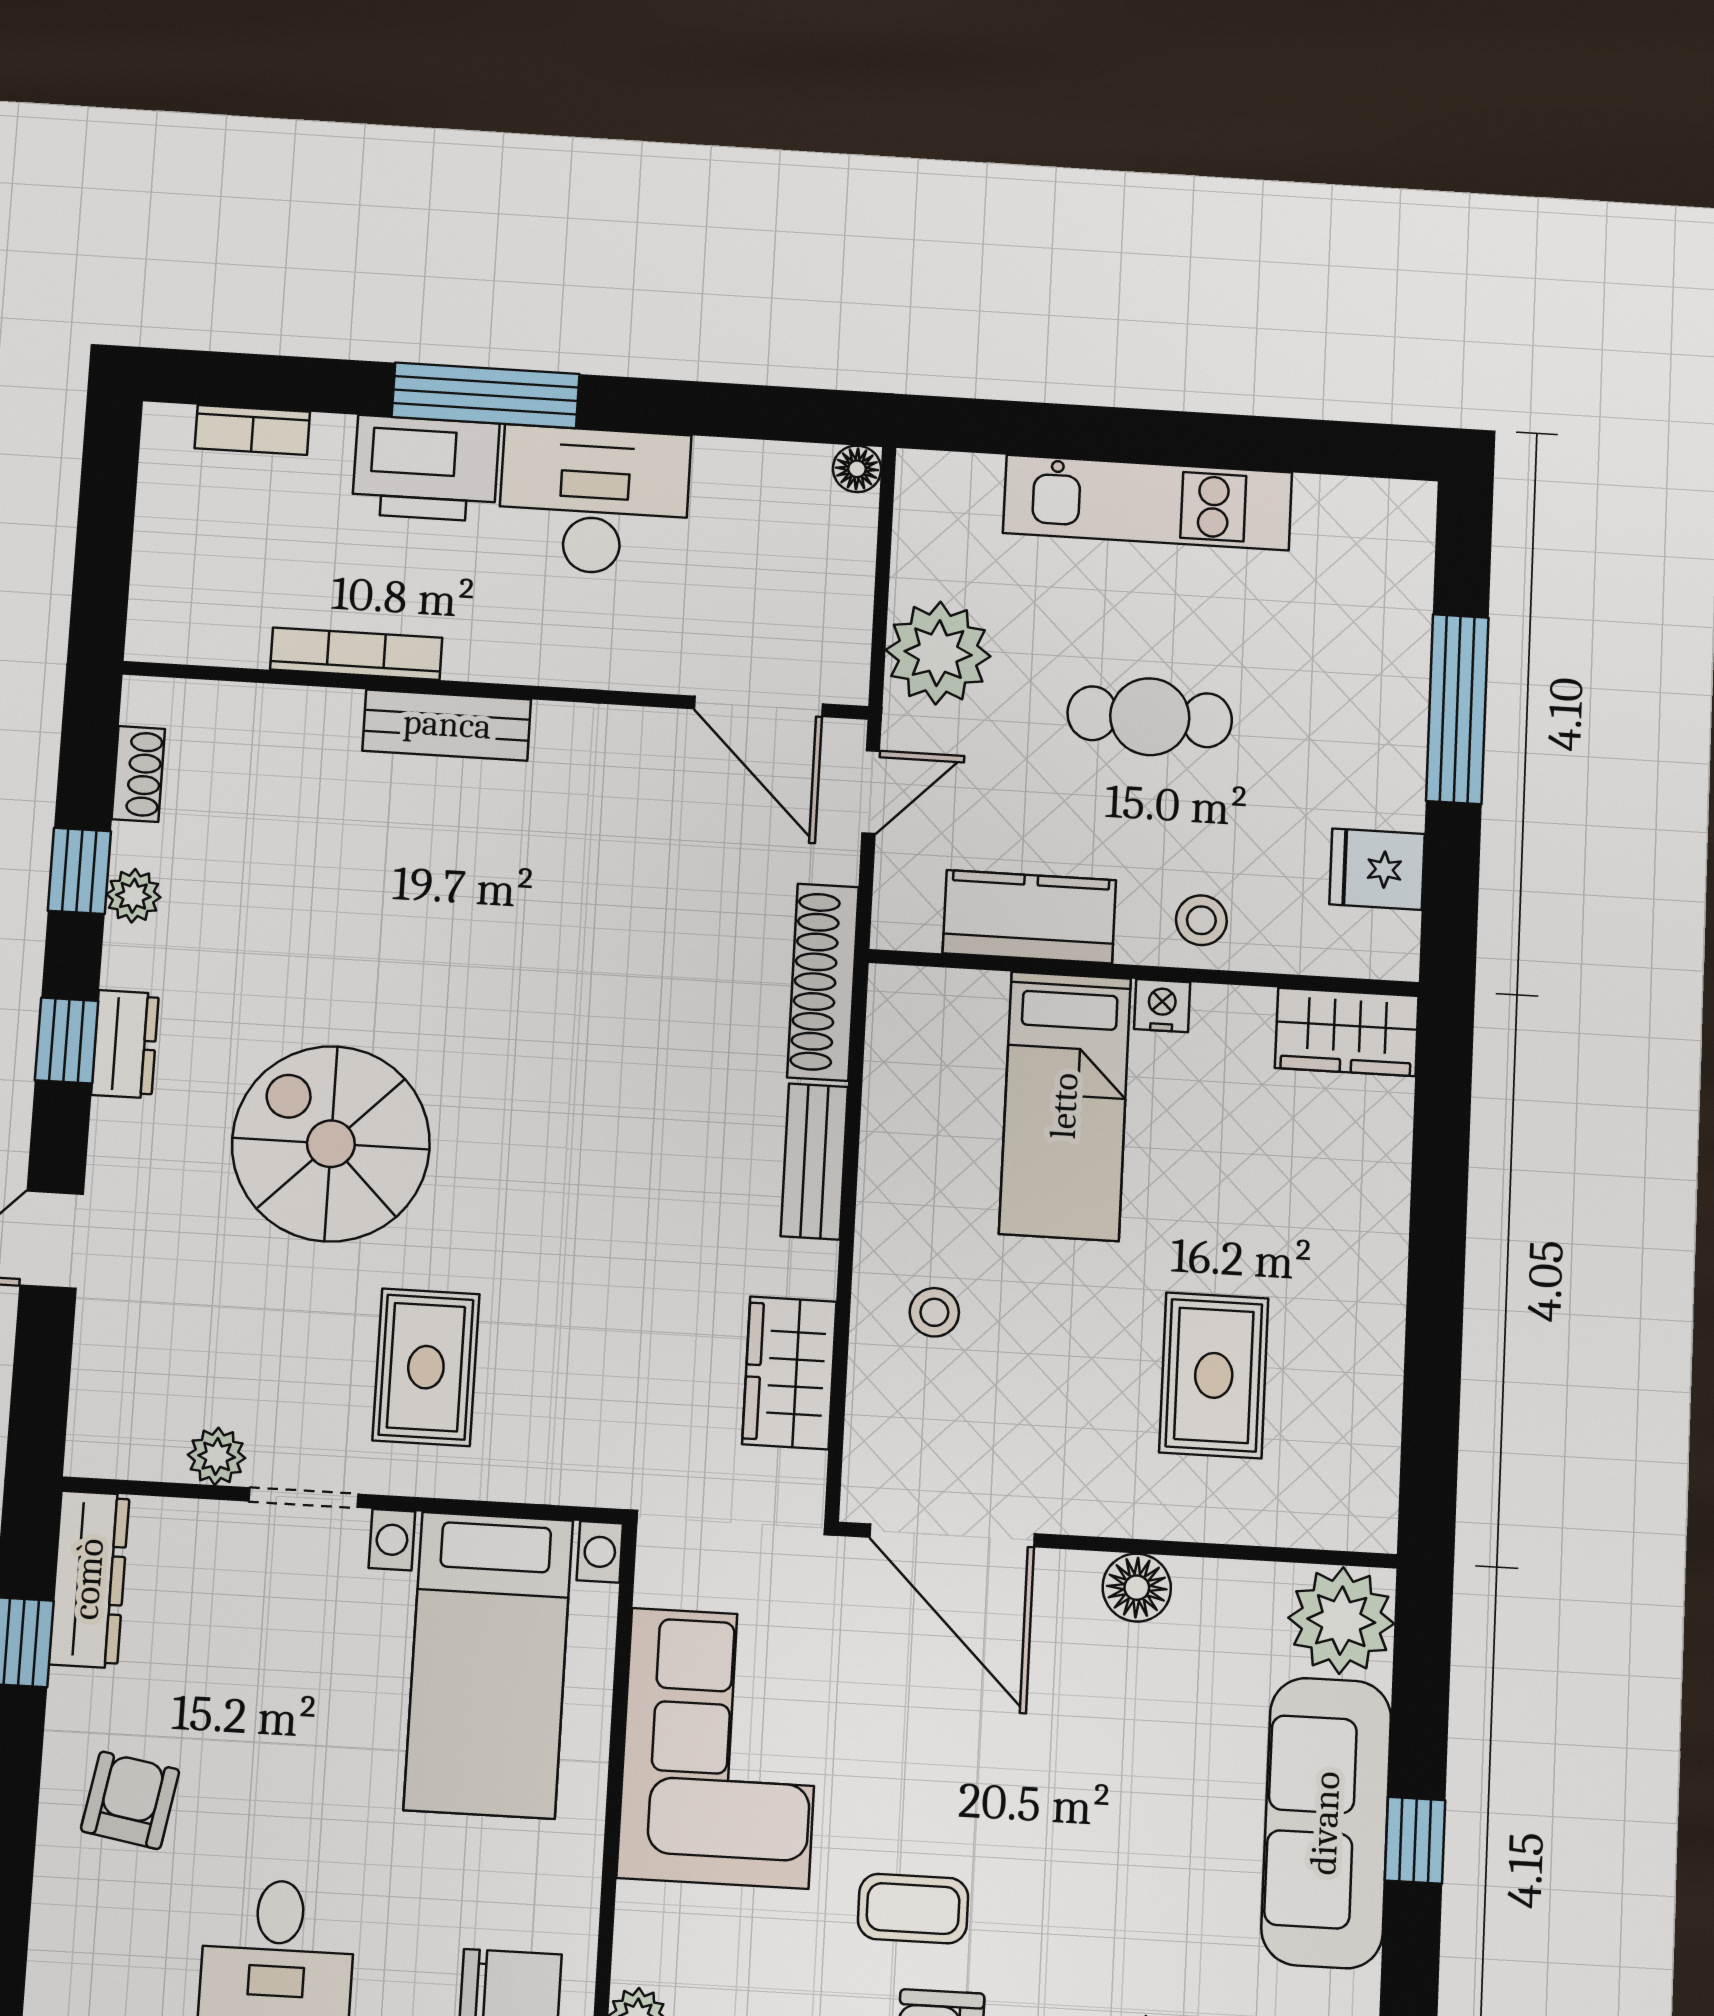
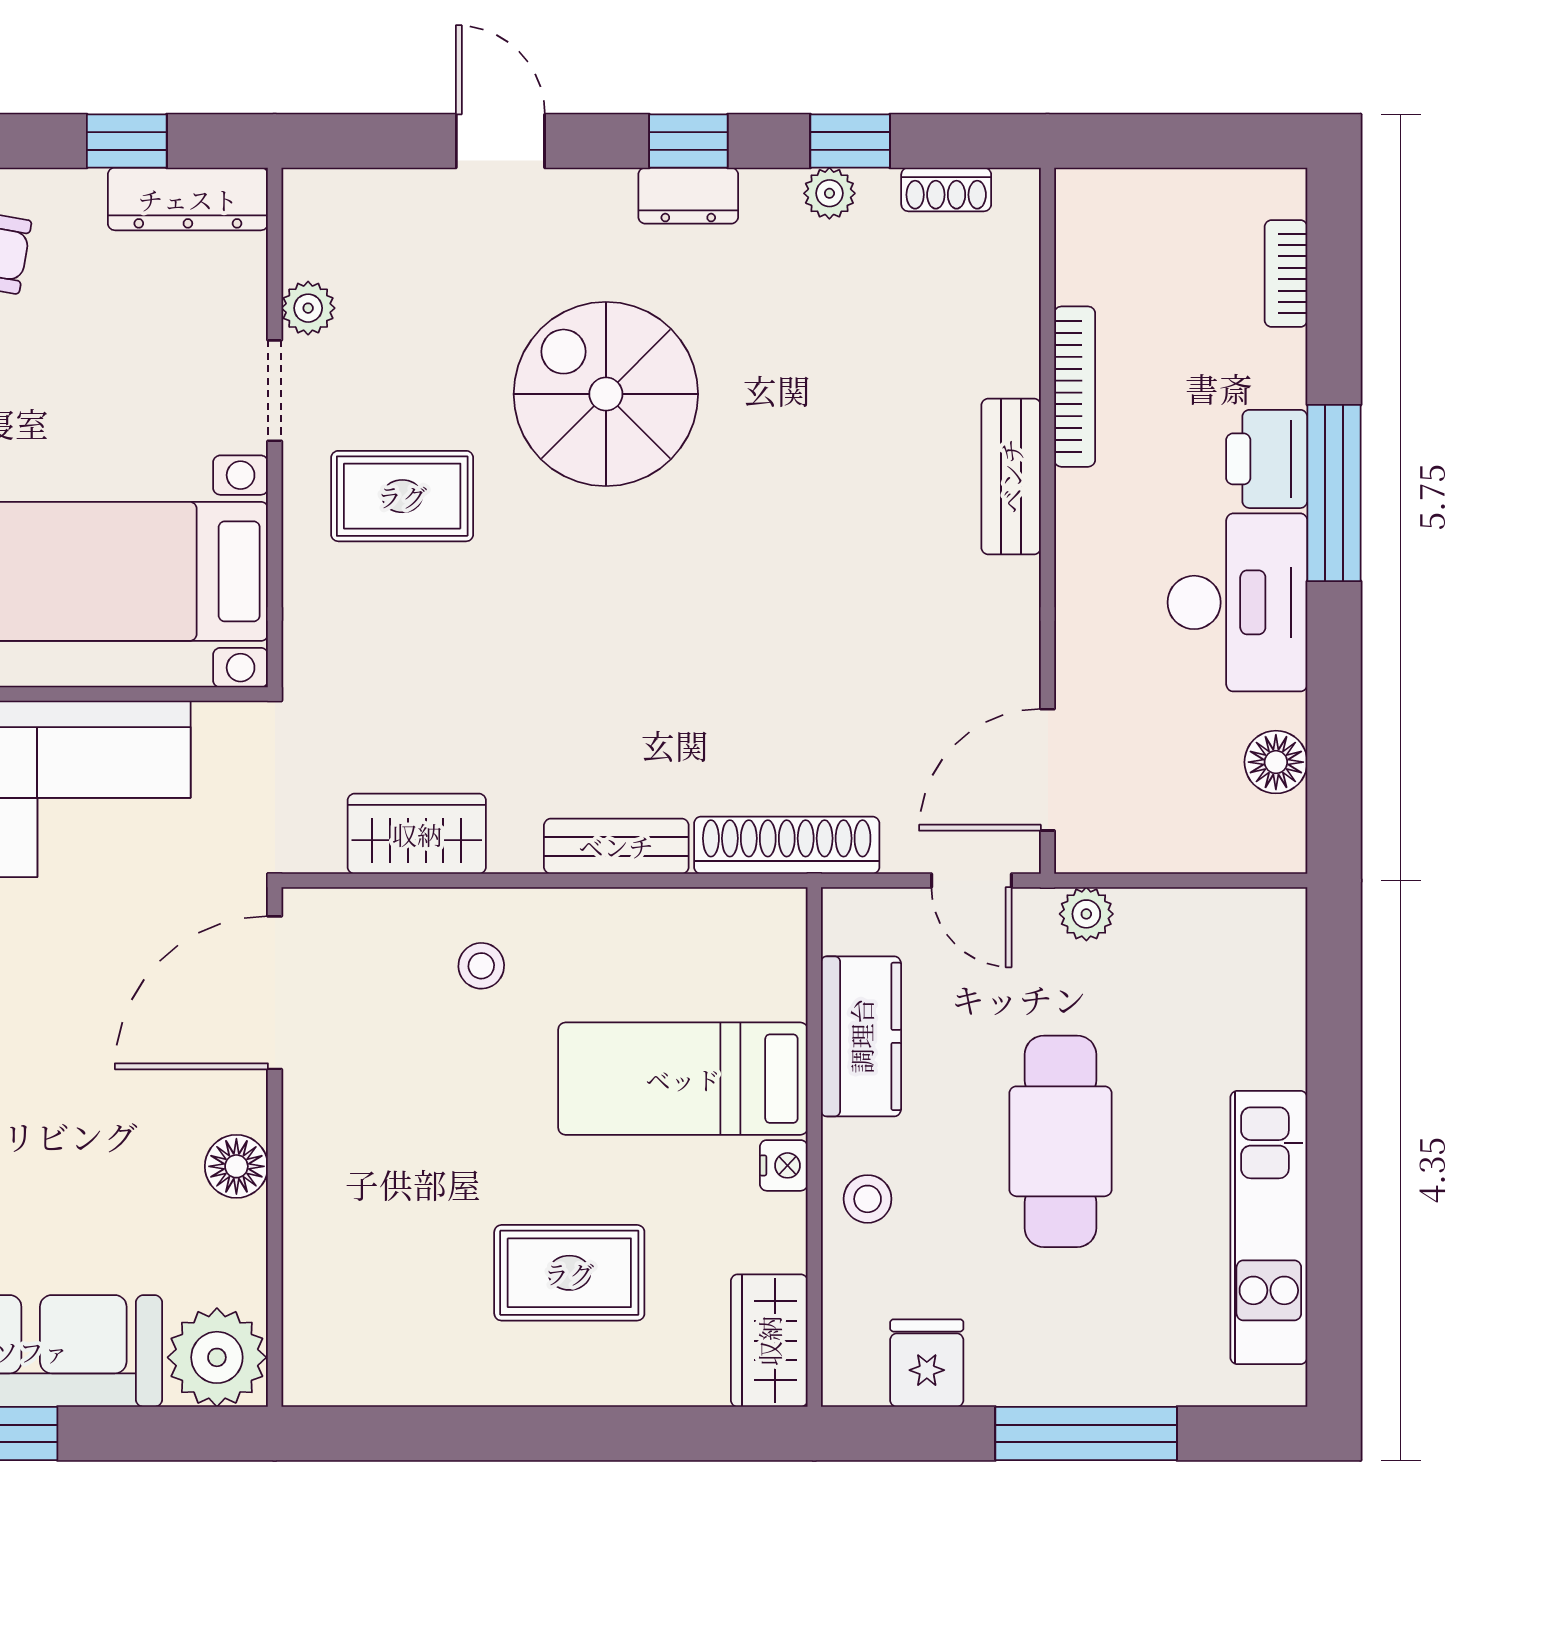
printer: (426, 468) -> (1267, 459), width x0.73, depth x0.84
floor lamp: (857, 469) -> (1276, 762), moved, width x1.37, depth x1.37
kitchen unit: (1148, 503) -> (1269, 1228), moved
plant: (938, 653) -> (1086, 914), width x0.53, depth x0.53
cafe table: (1150, 717) -> (1060, 1141), width x1.37, depth x1.35
spiral stairs: (331, 1144) -> (606, 394), turned -90
rug: (1214, 1375) -> (569, 1273), moved

